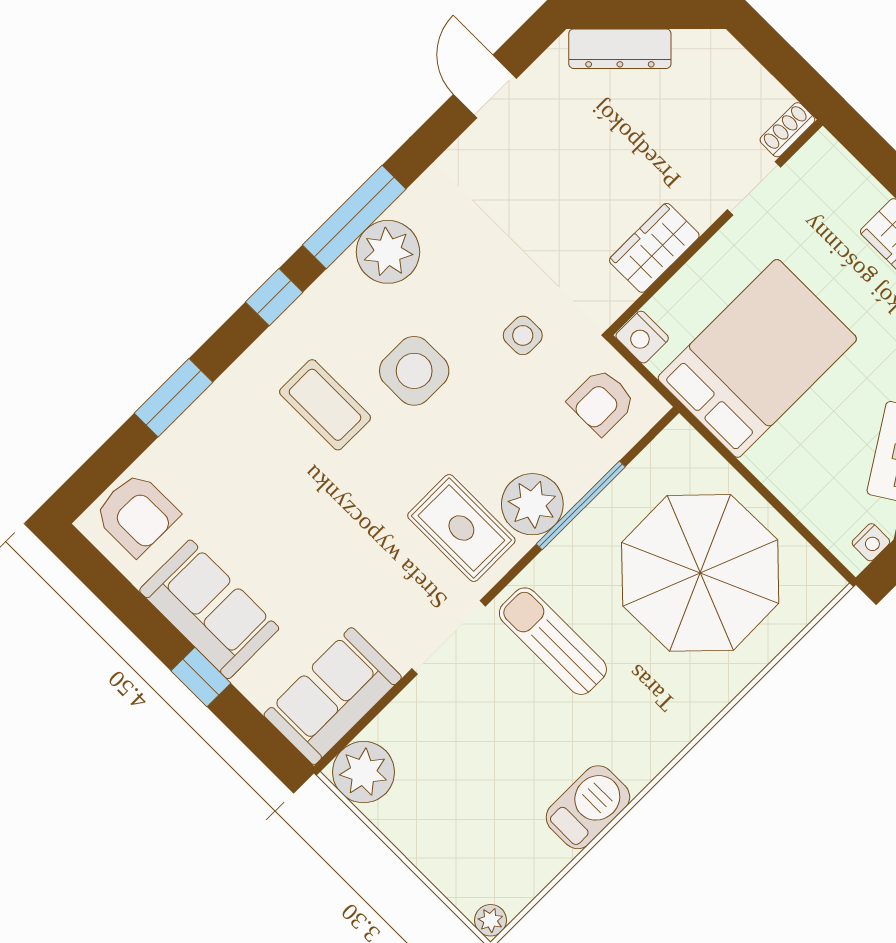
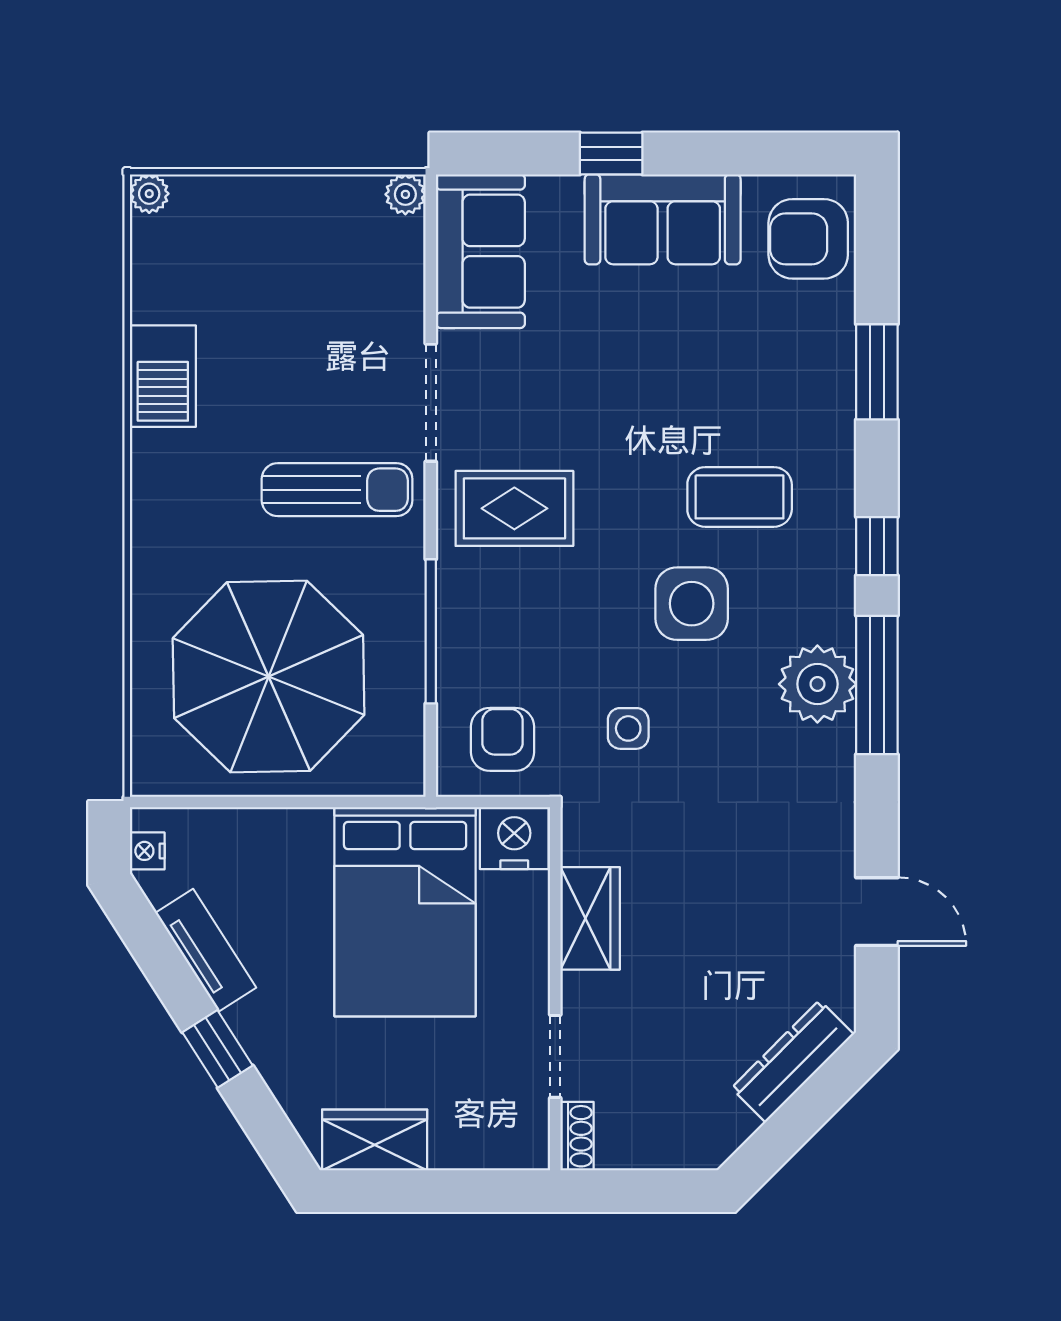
nightstand: (642, 337) -> (514, 838), width x1.36, depth x1.33
plant: (532, 504) -> (474, 590), removed
plant: (363, 772) -> (405, 194), width x0.53, depth x0.53

